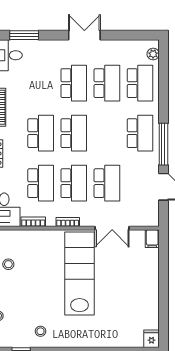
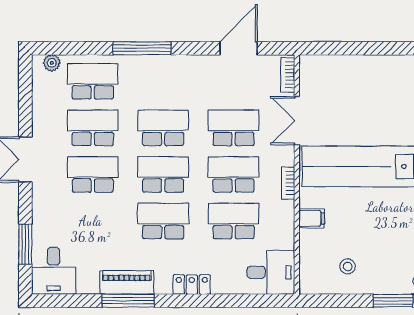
school desk: (140, 133) -> (163, 128), moved
window: (163, 144) -> (142, 48), moved
bookcase: (33, 222) -> (288, 75), moved
double door: (112, 228) -> (297, 121), swing flipped
filing cabinet: (152, 239) -> (312, 218), moved

